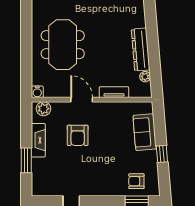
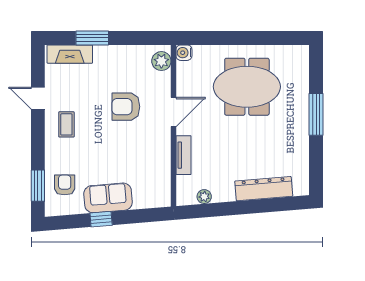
dresser: (141, 49) -> (264, 189), moved
sofa: (145, 132) -> (108, 198), moved
fireplace: (38, 140) -> (70, 54), moved
coffee table: (91, 180) -> (66, 124), added

